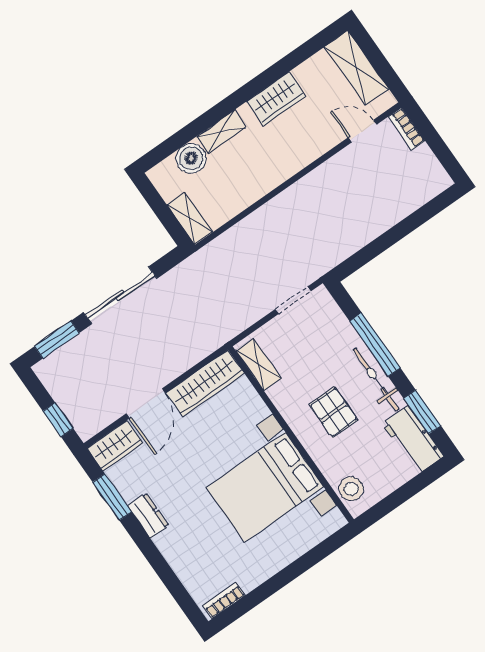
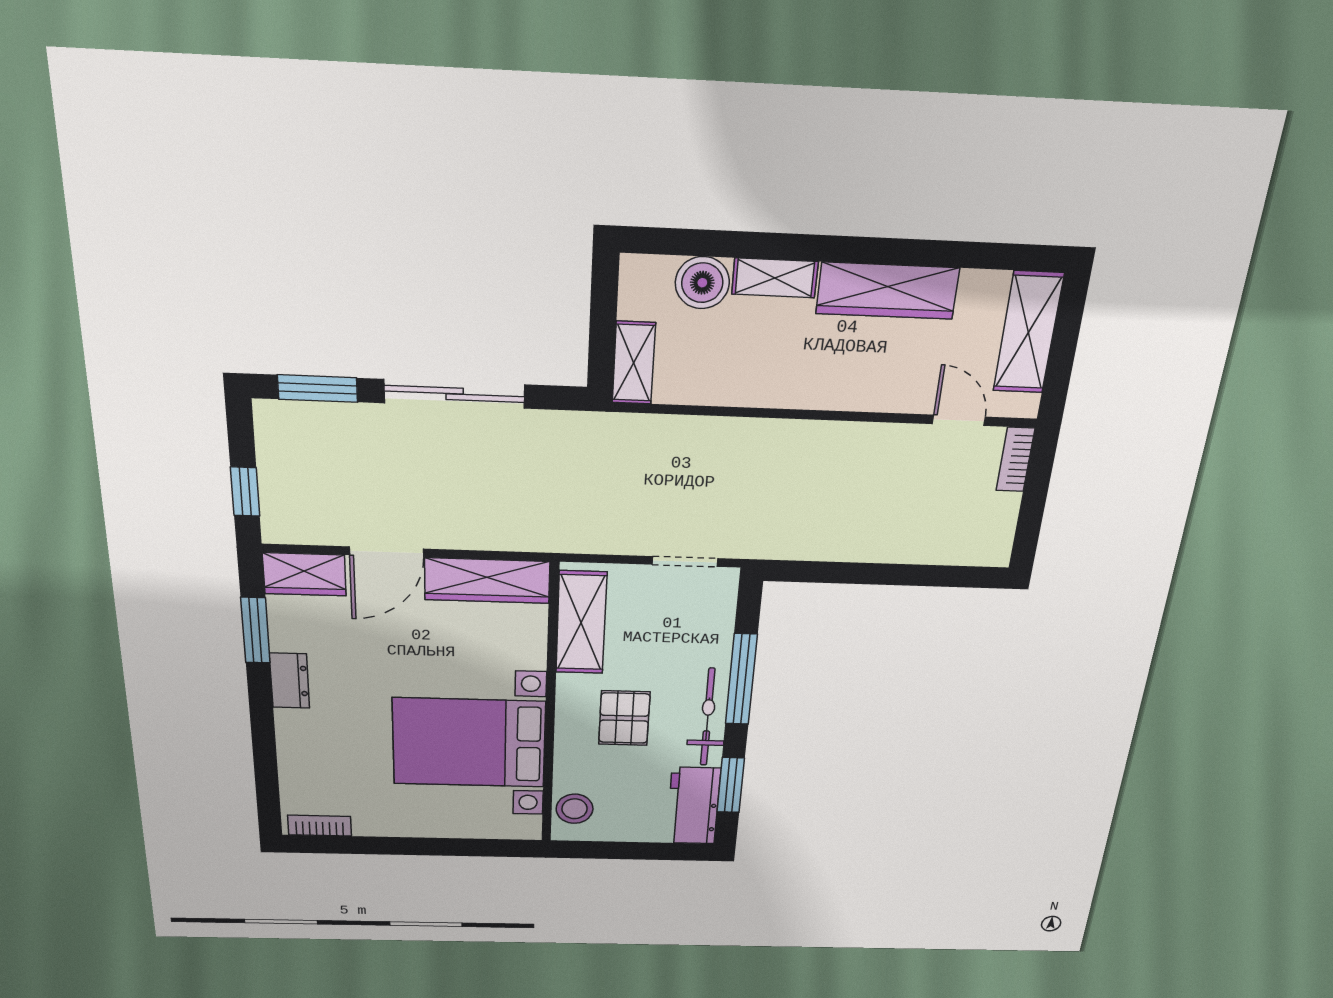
wardrobe: (276, 99) -> (887, 291), width x1.50
shelving: (259, 364) -> (581, 623), width x1.50, depth x1.33

